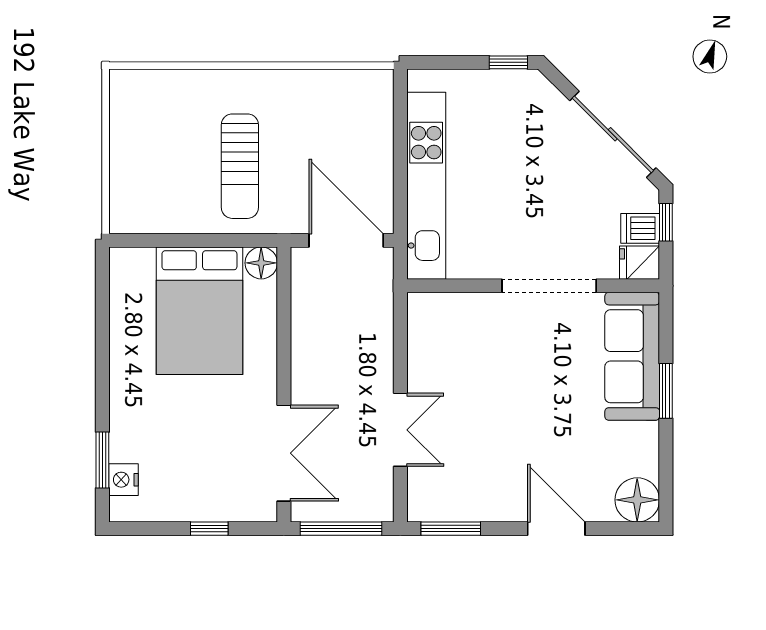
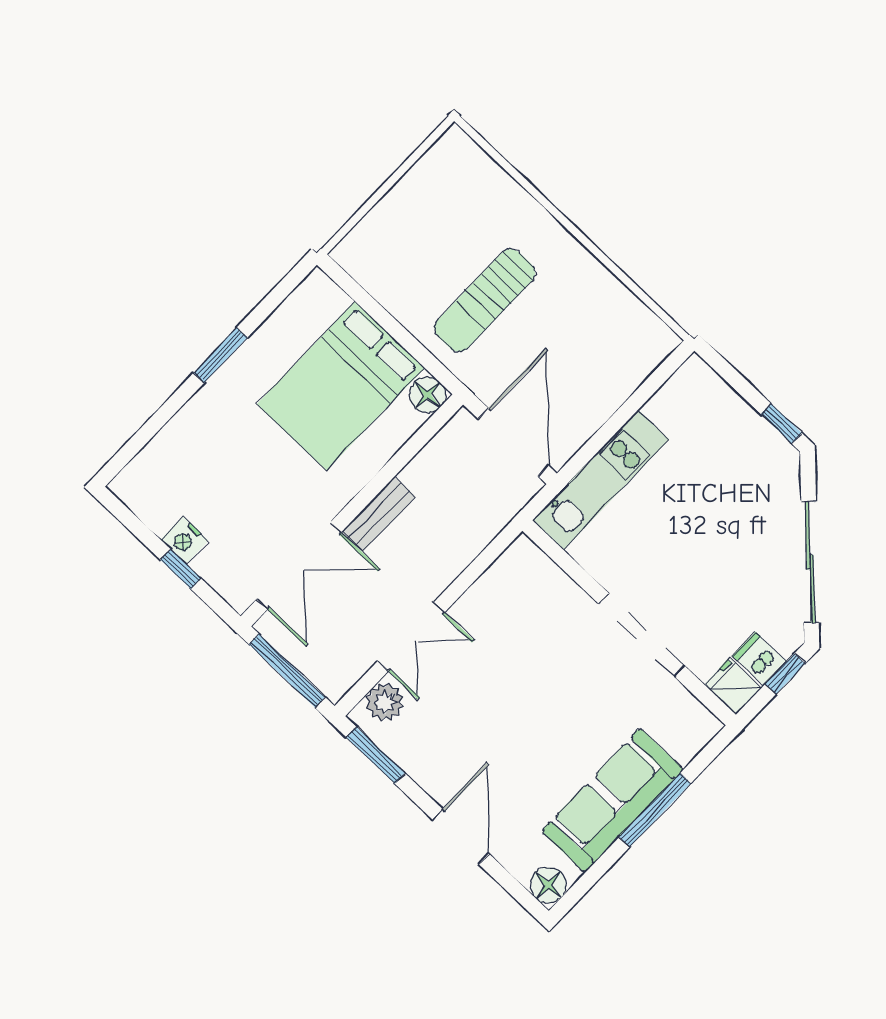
kitchen unit: (426, 186) -> (601, 480), width x0.73
sofa: (632, 356) -> (612, 800), moved
bench: (303, 370) -> (379, 514), added
window: (666, 391) -> (655, 810), width x1.44
window: (102, 460) -> (220, 355), moved
nightstand: (124, 480) -> (185, 540), moved, turned -90
plant: (424, 488) -> (385, 702), added
floor lamp: (637, 500) -> (548, 885), width x0.73, depth x0.73

